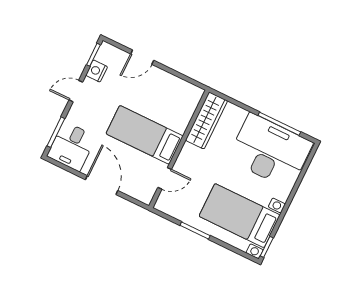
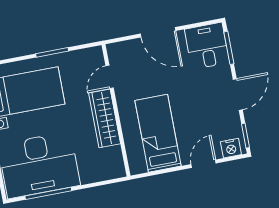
nightstand: (97, 71) -> (231, 148), moved, turned 90
door: (76, 91) -> (238, 95), width x1.38
wardrobe: (206, 120) -> (105, 118), moved
bed: (145, 135) -> (158, 133), moved, turned -90

